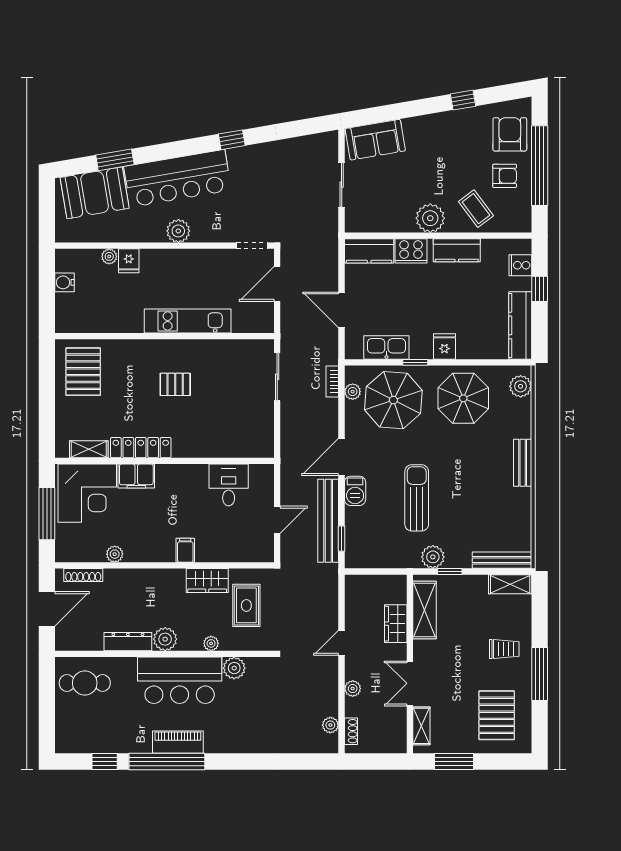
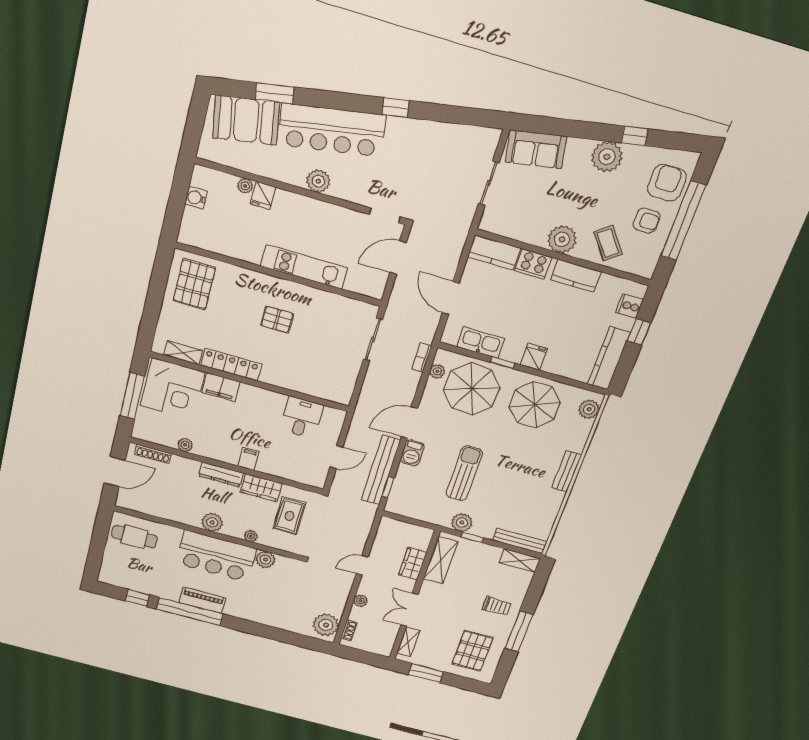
plant: (444, 127) -> (607, 157), added
dresser: (128, 642) -> (221, 475), moved, turned 180
plant: (330, 725) -> (326, 625), width x1.87, depth x1.87

